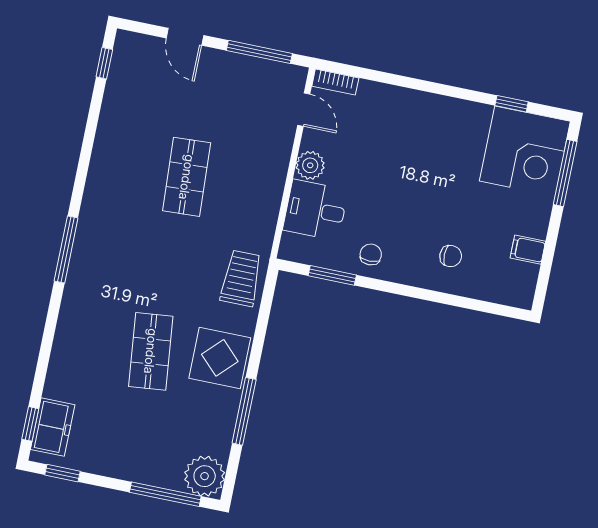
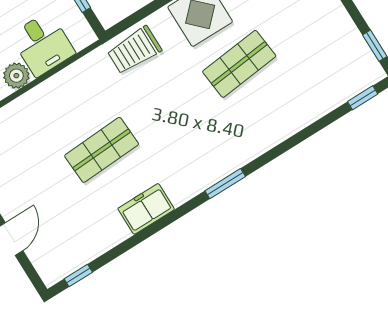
window: (66, 250) -> (225, 184), width x0.69
freezer: (53, 427) -> (146, 209), moved

